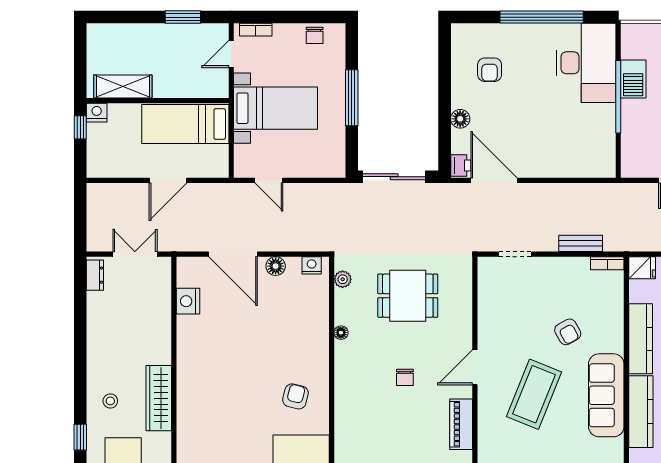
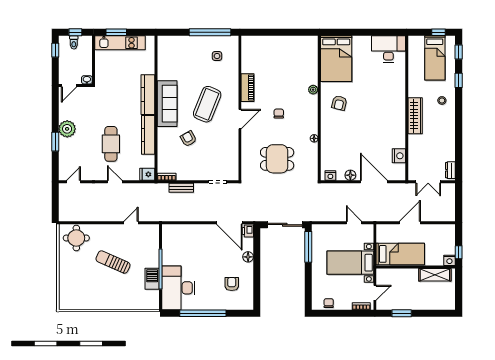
window: (352, 98) -> (308, 247), moved
plant: (343, 279) -> (313, 90), moved
wardrobe: (159, 398) -> (415, 116), moved

